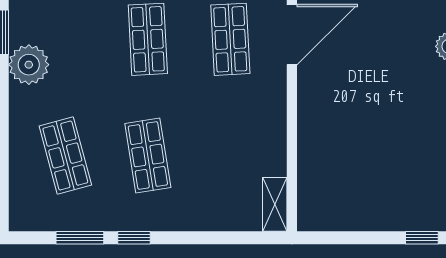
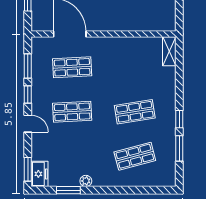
plant: (29, 65) -> (86, 181), width x0.53, depth x0.53
shelving: (275, 204) -> (169, 51), moved, turned 90

